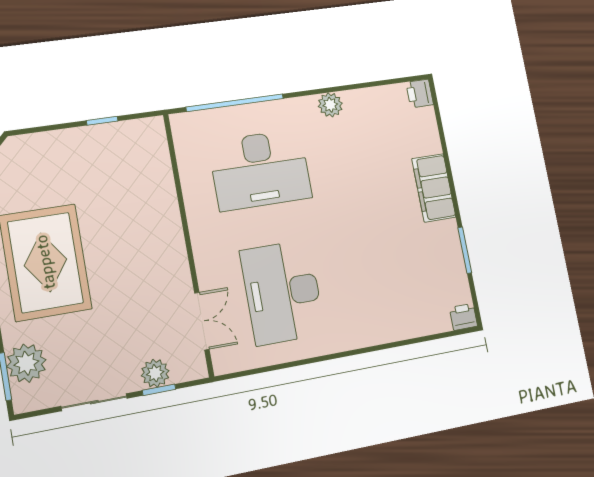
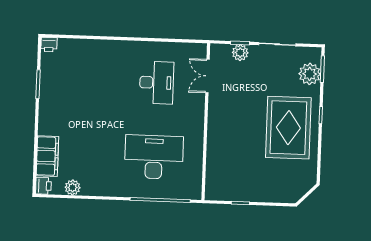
plant: (330, 105) -> (73, 188), moved
filing cabinet: (434, 188) -> (47, 156), moved
desk: (283, 292) -> (157, 83), width x0.73, depth x0.77

